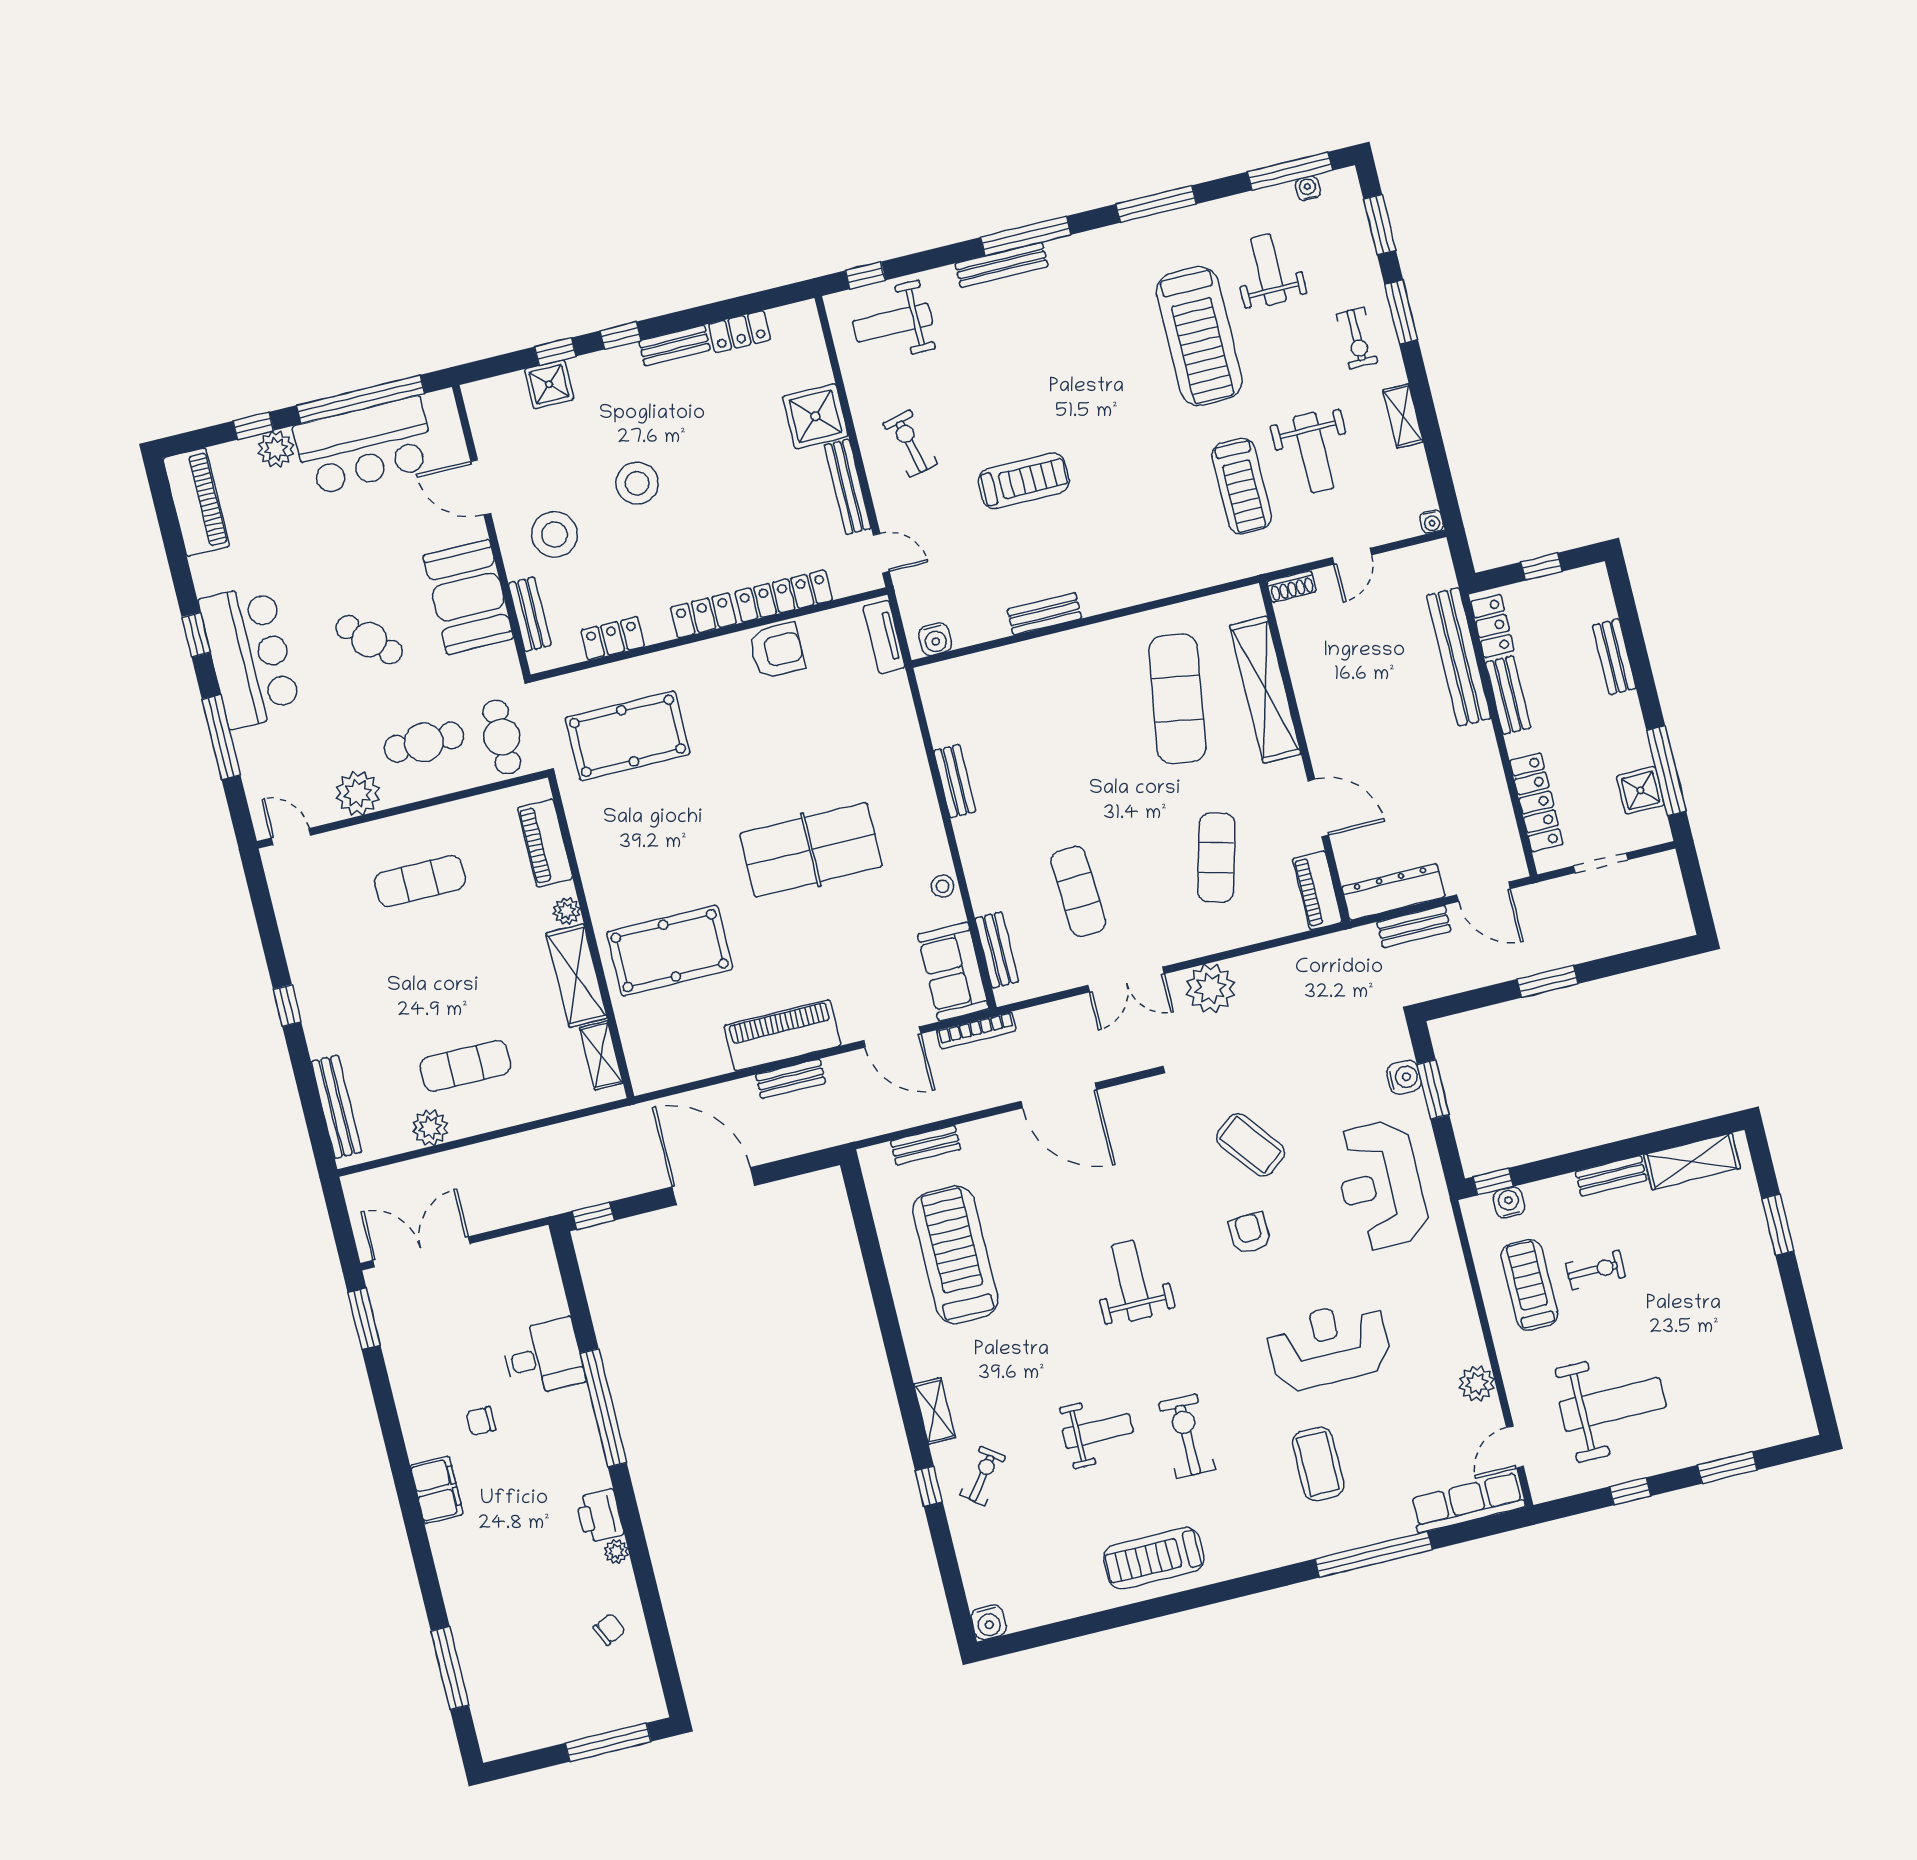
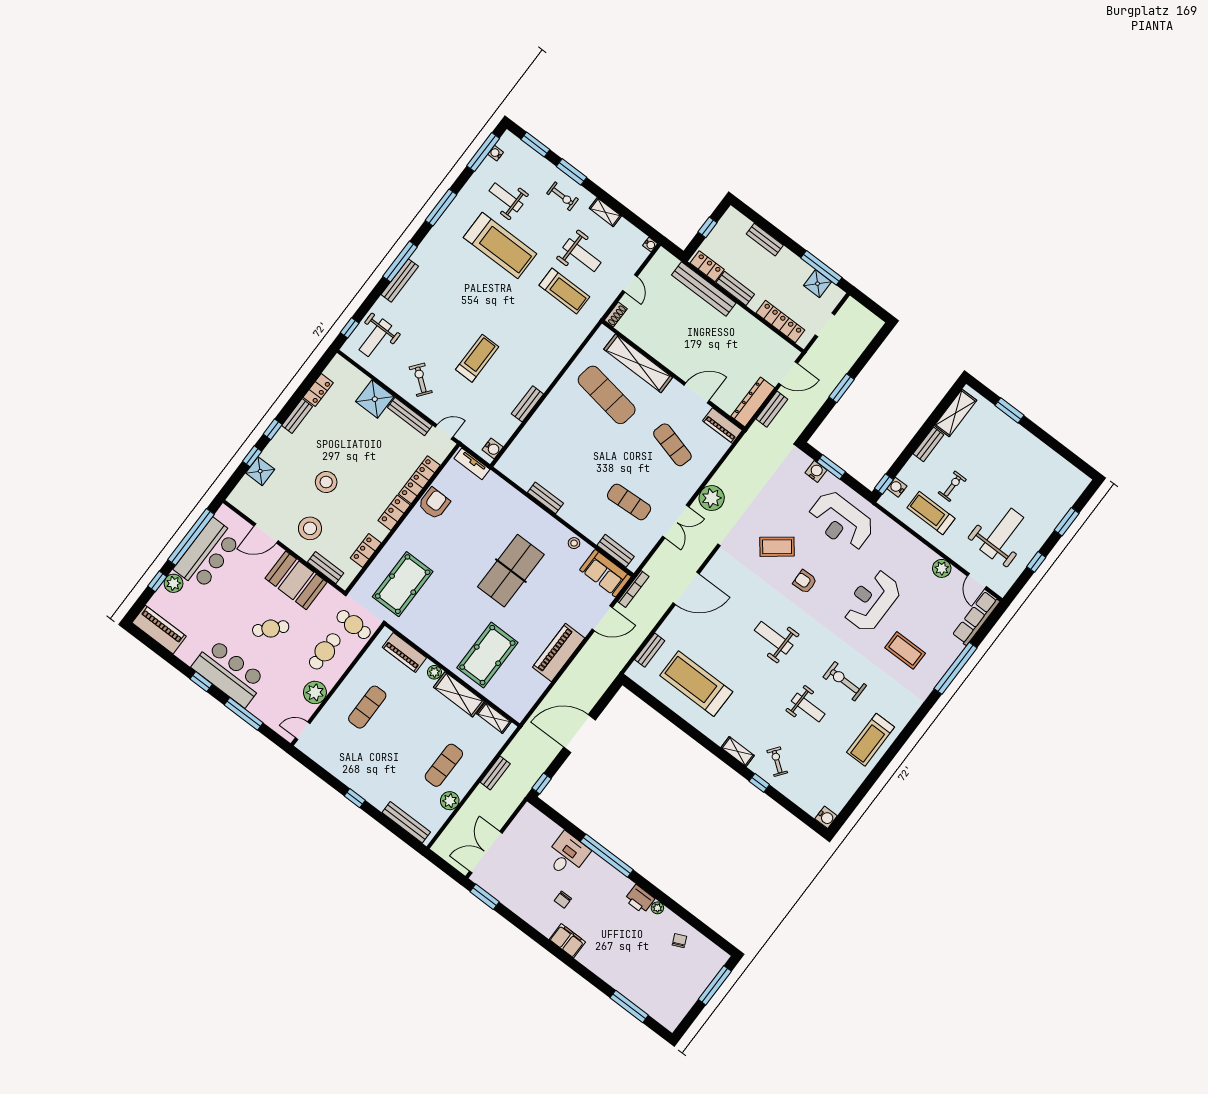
exercise bike: (910, 444) -> (421, 380), turned 51
bench: (791, 1079) -> (495, 773), moved
weight bench: (1098, 1431) -> (808, 707), turned 90

